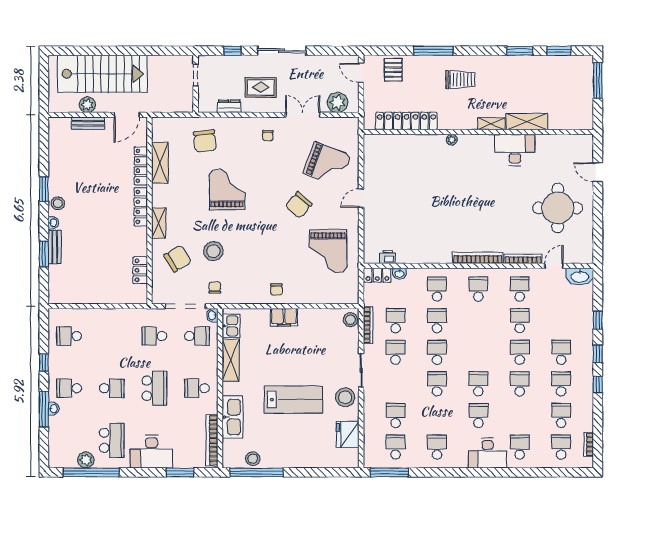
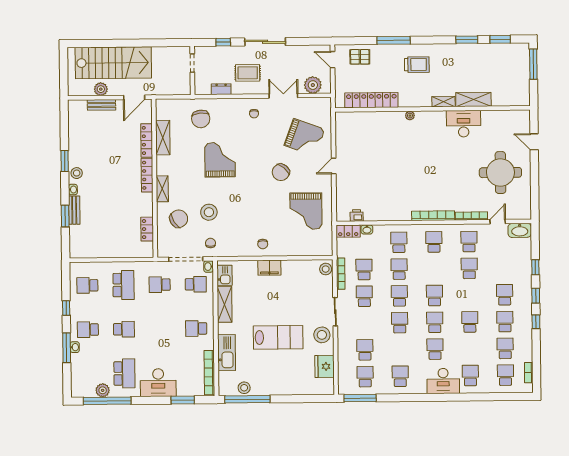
pallet: (393, 70) -> (360, 57), turned 90
school desk: (520, 352) -> (434, 296), moved
school desk: (154, 388) -> (123, 285), moved

